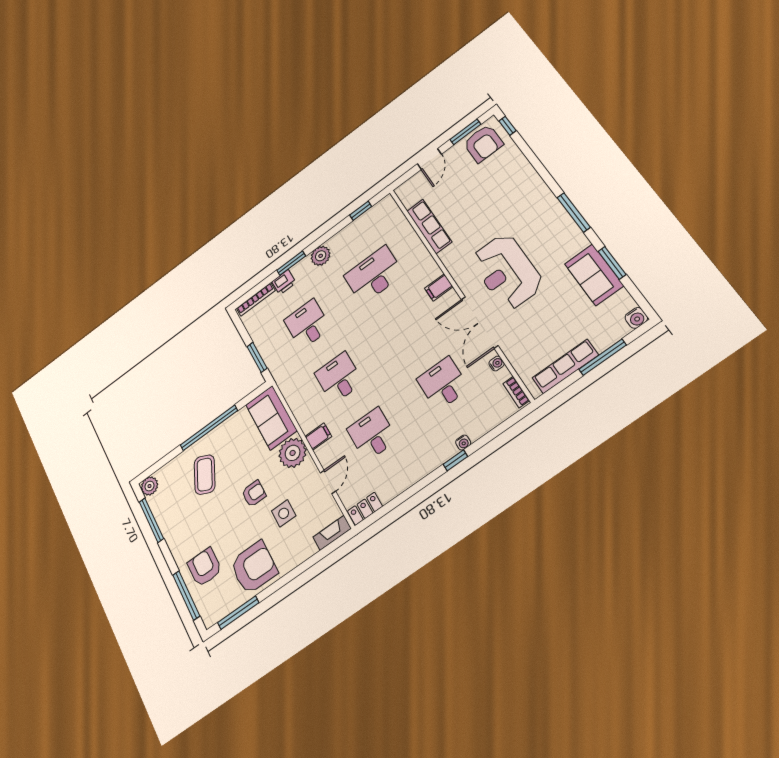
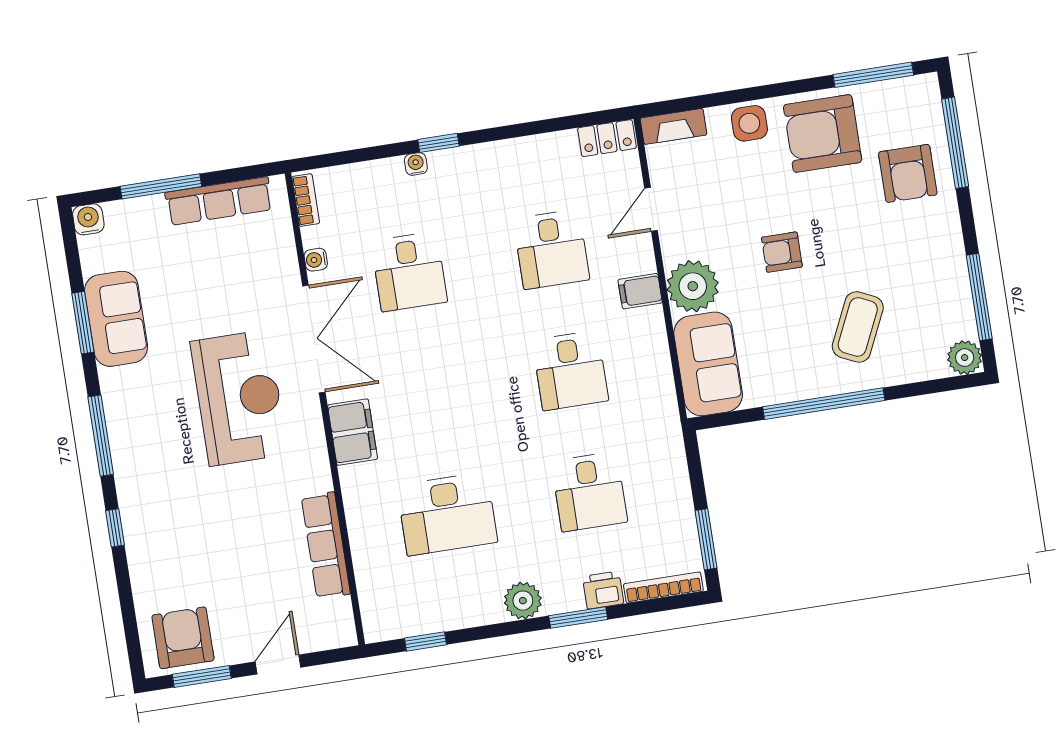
window: (508, 126) -> (115, 528), moved
filing cabinet: (439, 287) -> (353, 432), width x2.00
window: (257, 357) -> (706, 539), moved
side table: (284, 513) -> (749, 123), moved

